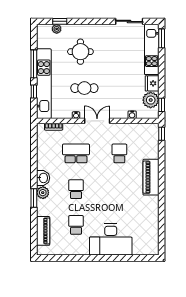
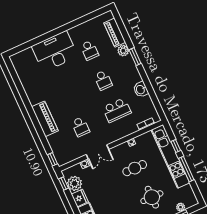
double door: (97, 121) -> (97, 152), moved
washbasin: (43, 178) -> (141, 89), moved
plant: (43, 193) -> (123, 51), moved

